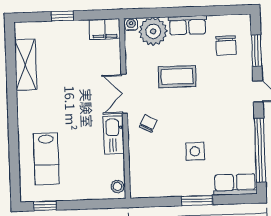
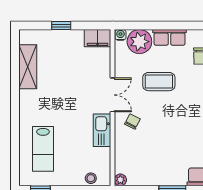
double door: (124, 94) -> (113, 95), swing flipped
side table: (195, 151) -> (172, 147), removed
stool: (117, 187) -> (91, 178), moved
plant: (137, 191) -> (120, 180), added

